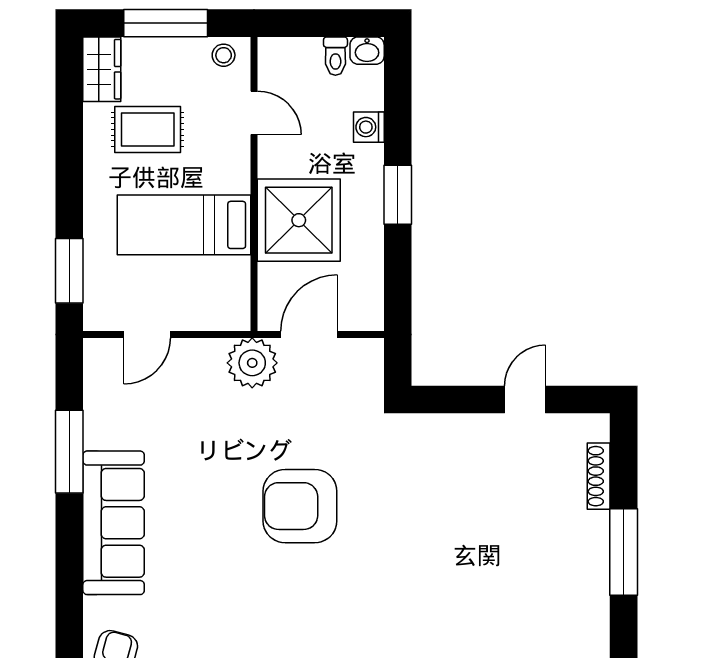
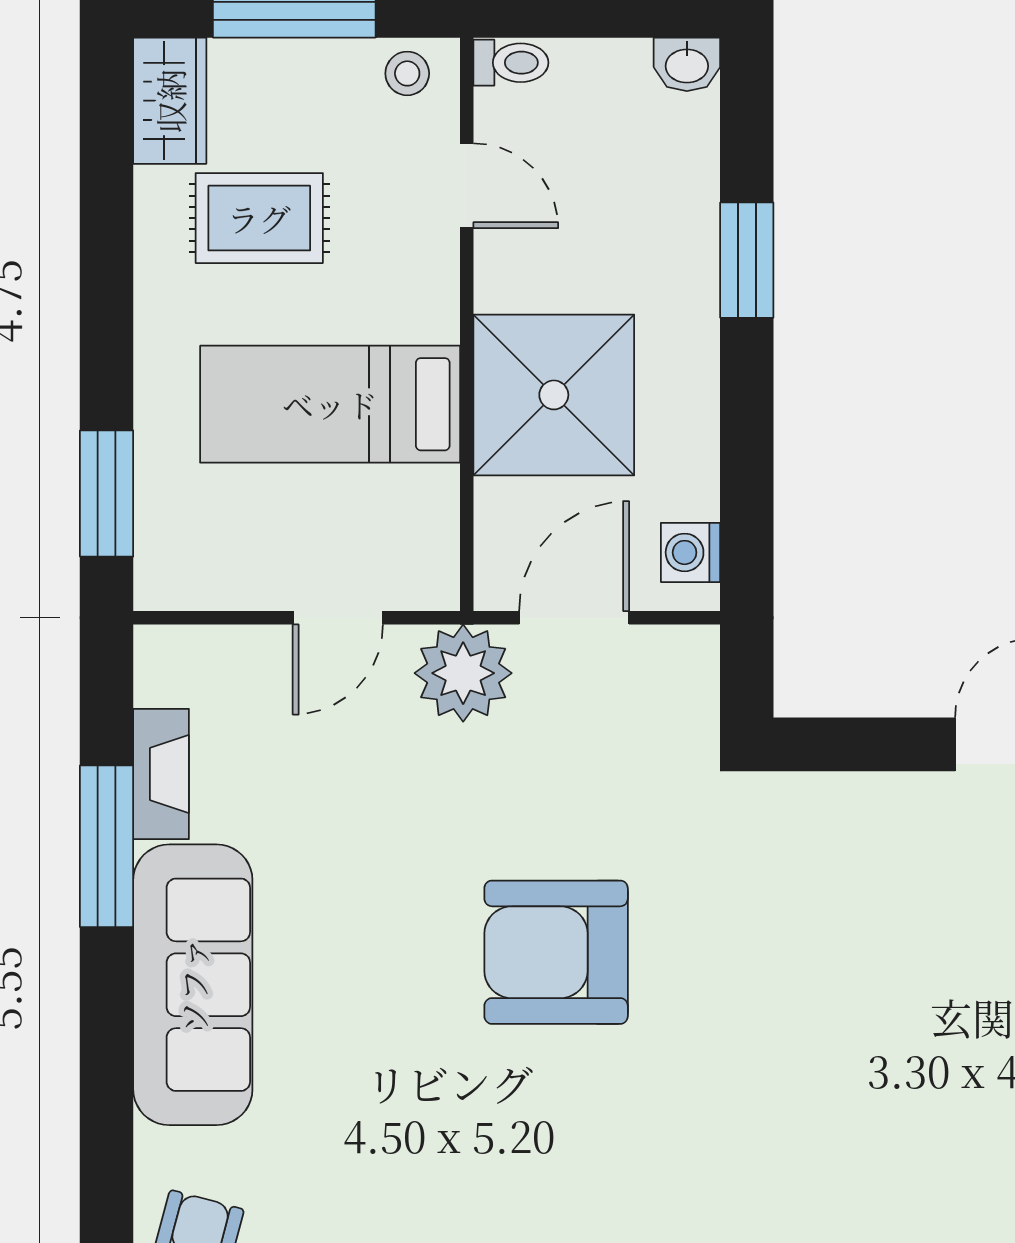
toilet: (335, 56) -> (511, 63), moved, turned -90
washing machine: (369, 127) -> (690, 552), moved
window: (398, 195) -> (747, 260), moved
door: (147, 334) -> (338, 618), moved
fireplace: (97, 415) -> (161, 774), added

